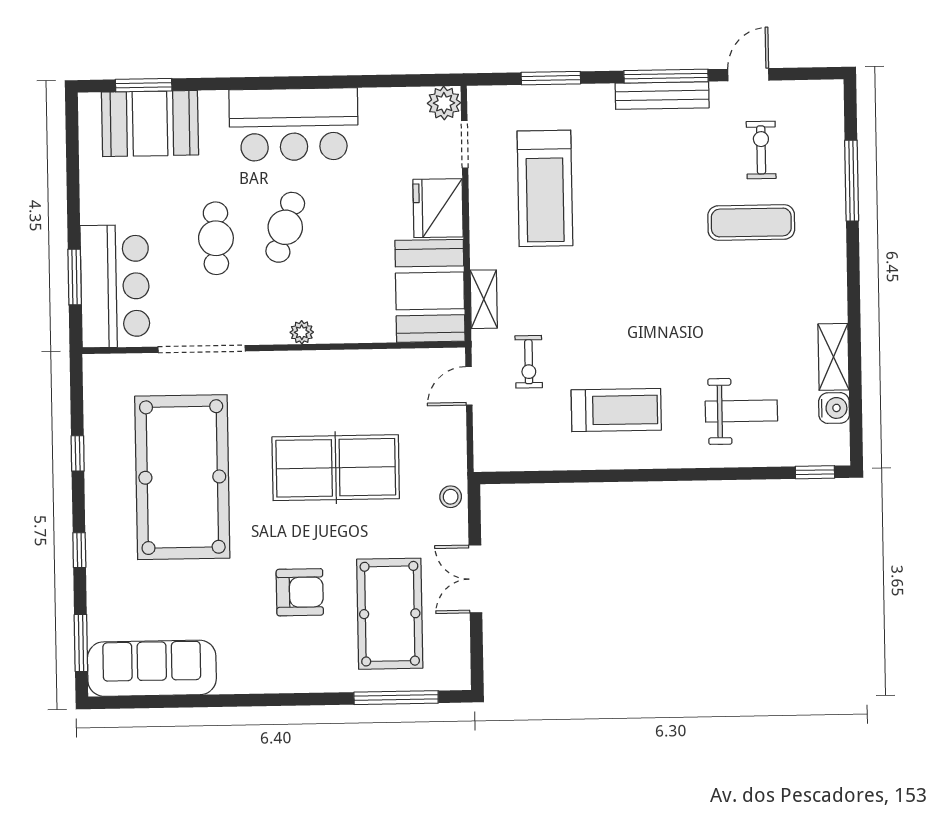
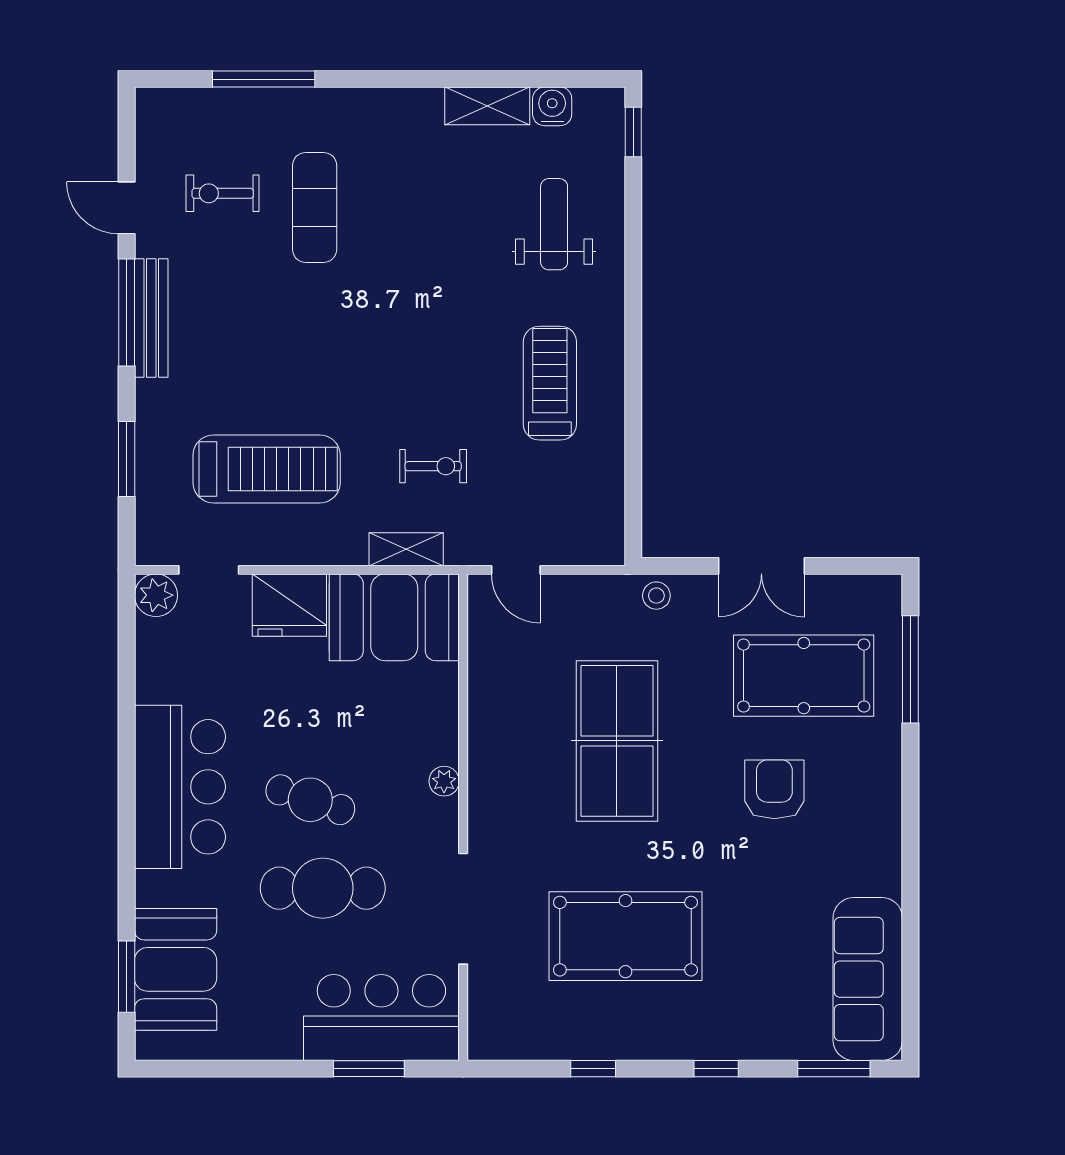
cafe table: (216, 238) -> (323, 888), width x1.37, depth x1.35
exercise bike: (529, 362) -> (433, 466), moved
pool table: (182, 477) -> (625, 936), width x0.73, depth x0.76

